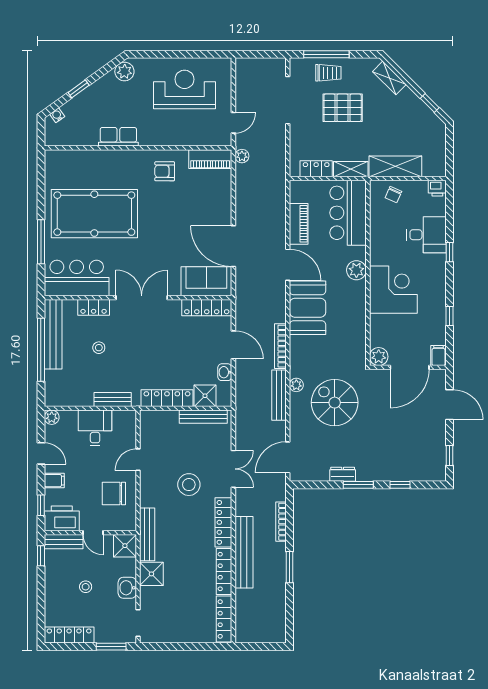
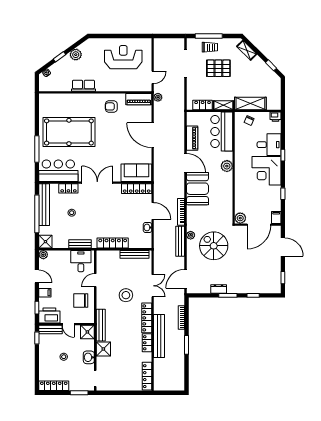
plant: (124, 72) -> (76, 55), moved
door: (233, 246) -> (153, 135), moved
corner desk: (393, 290) -> (267, 171), moved, turned 180
shower: (205, 396) -> (45, 242), moved
desk: (95, 428) -> (81, 261), moved
locker: (224, 572) -> (147, 343), width x0.66

